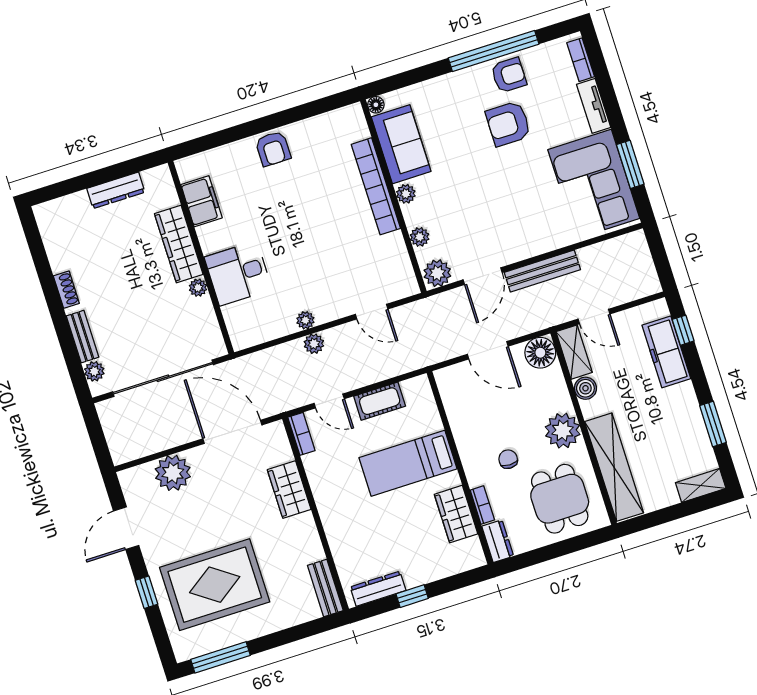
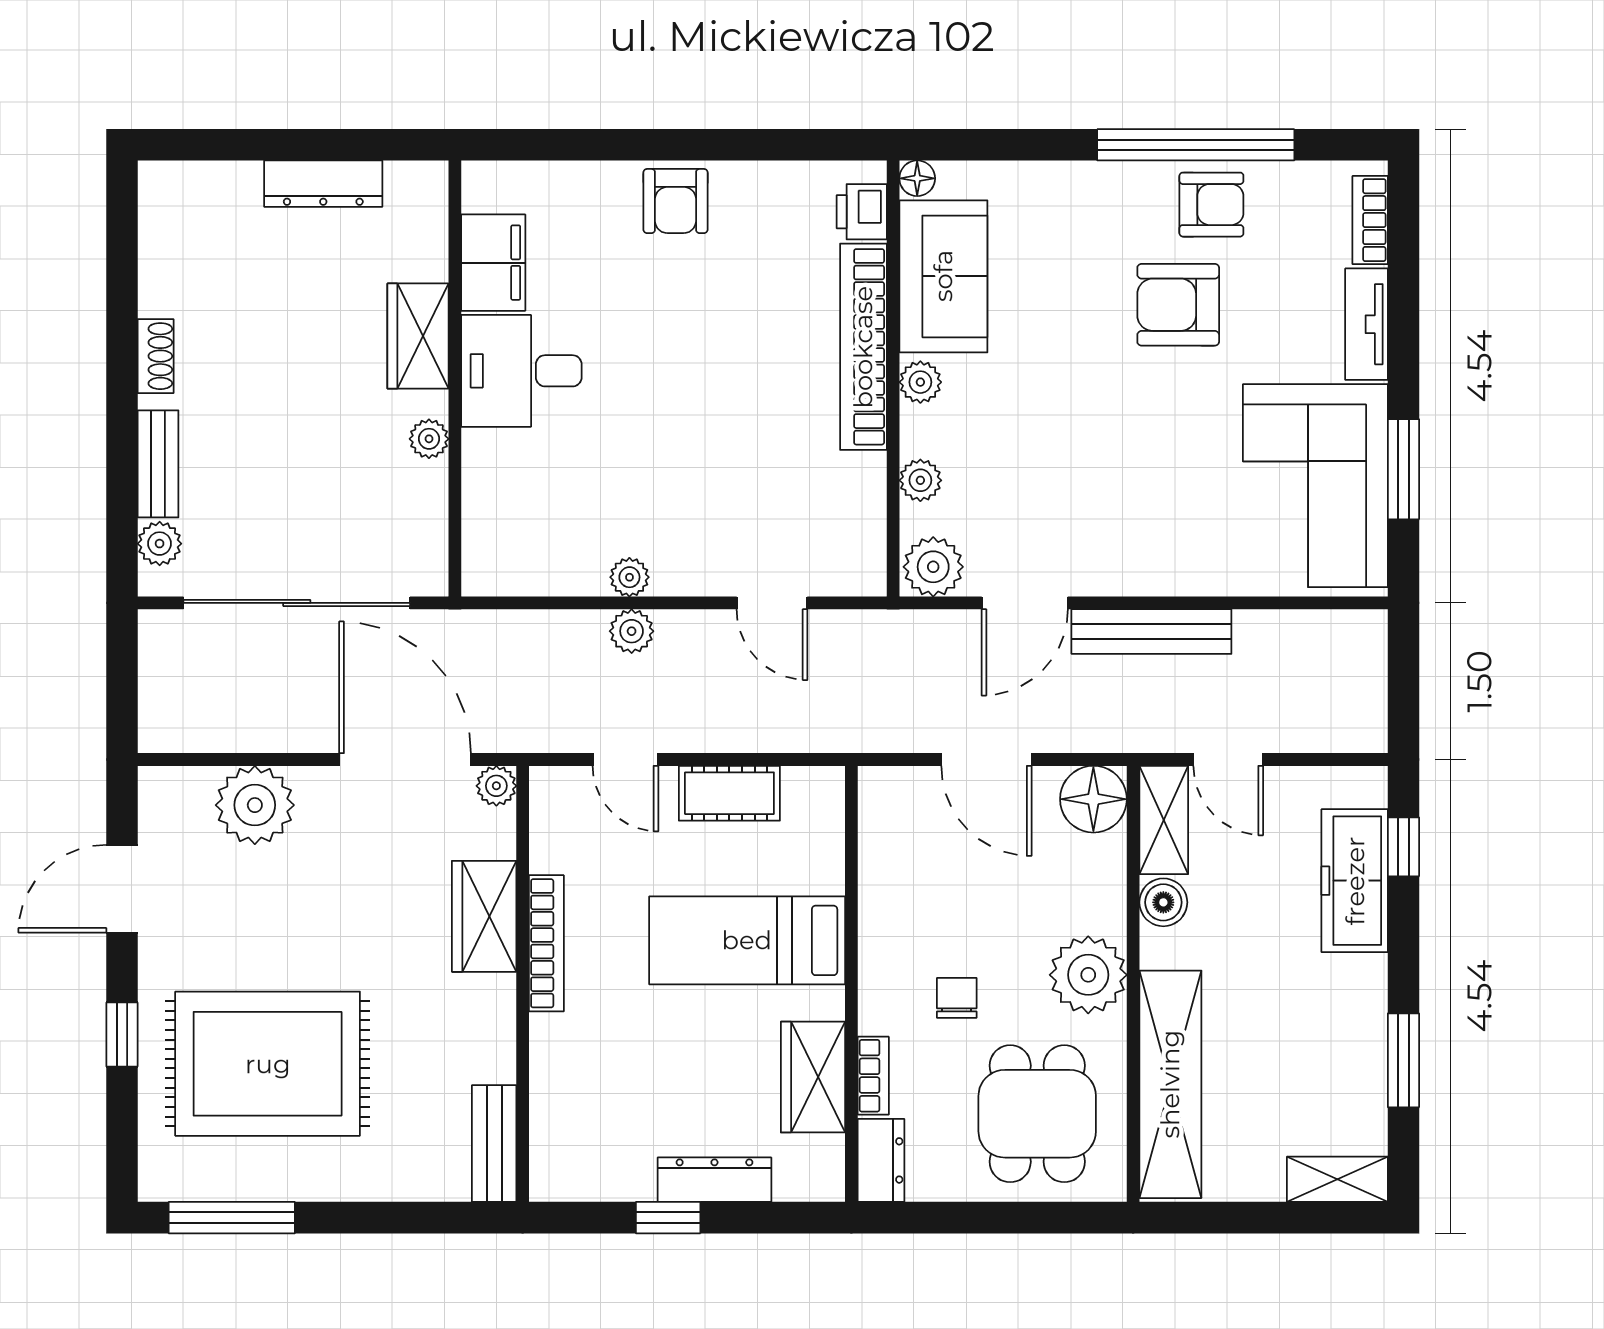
printer: (356, 127) -> (862, 212), added
wardrobe: (179, 244) -> (418, 336), width x0.67
desk: (238, 273) -> (521, 371), moved
plant: (276, 431) -> (496, 786), added
bookcase: (301, 434) -> (546, 943), moved, width x1.56
dresser: (378, 589) -> (714, 1180), moved

